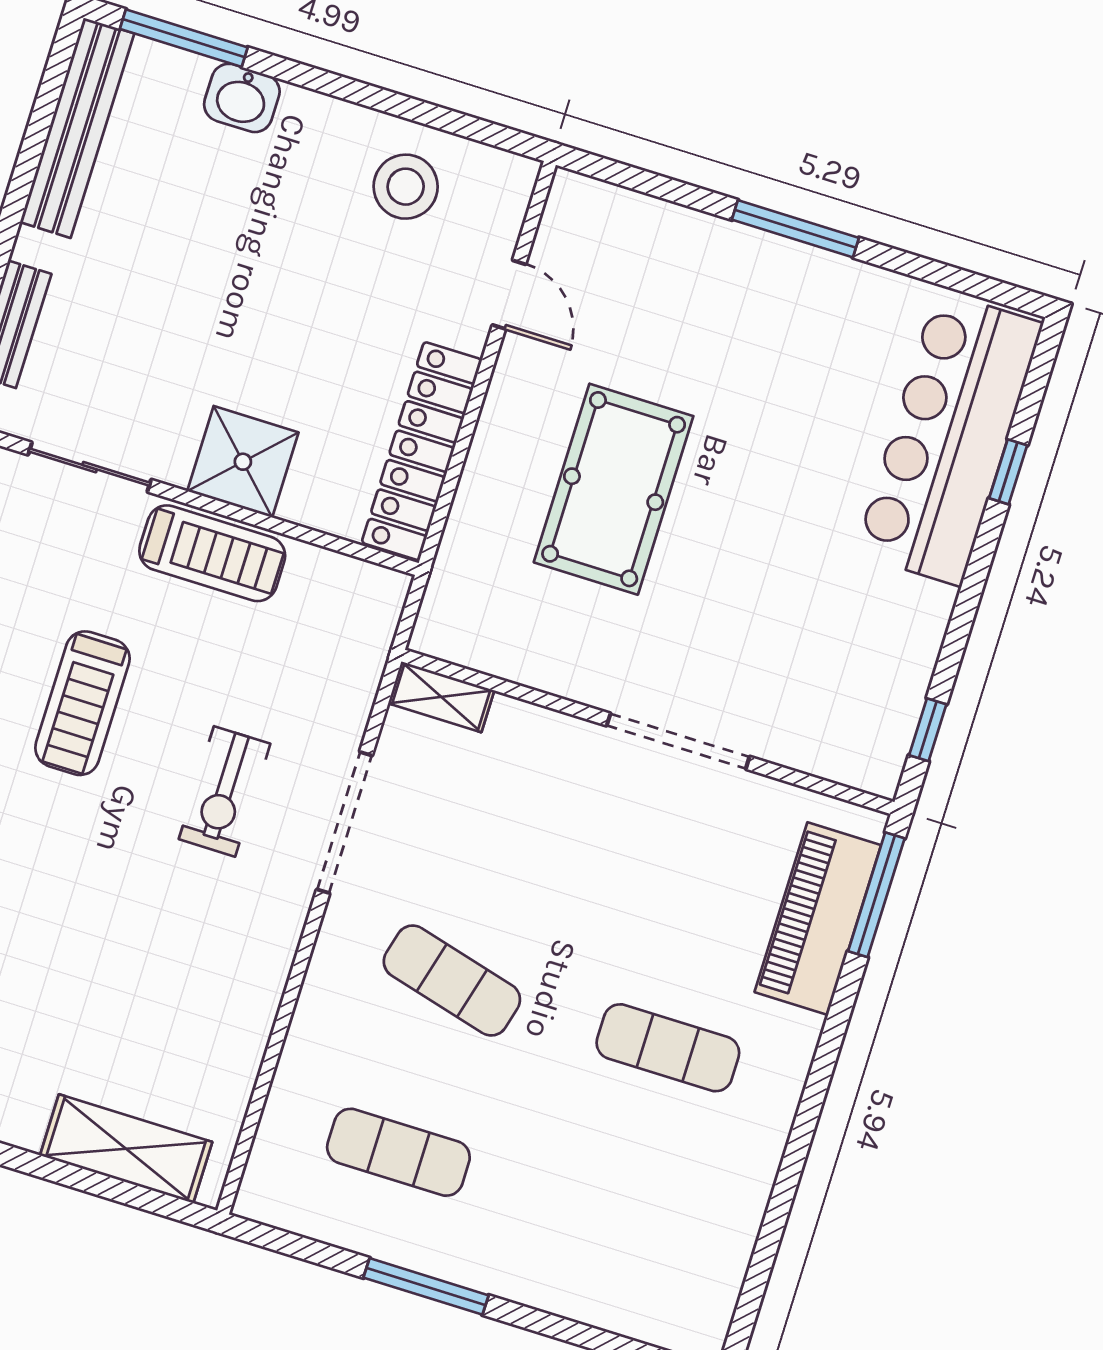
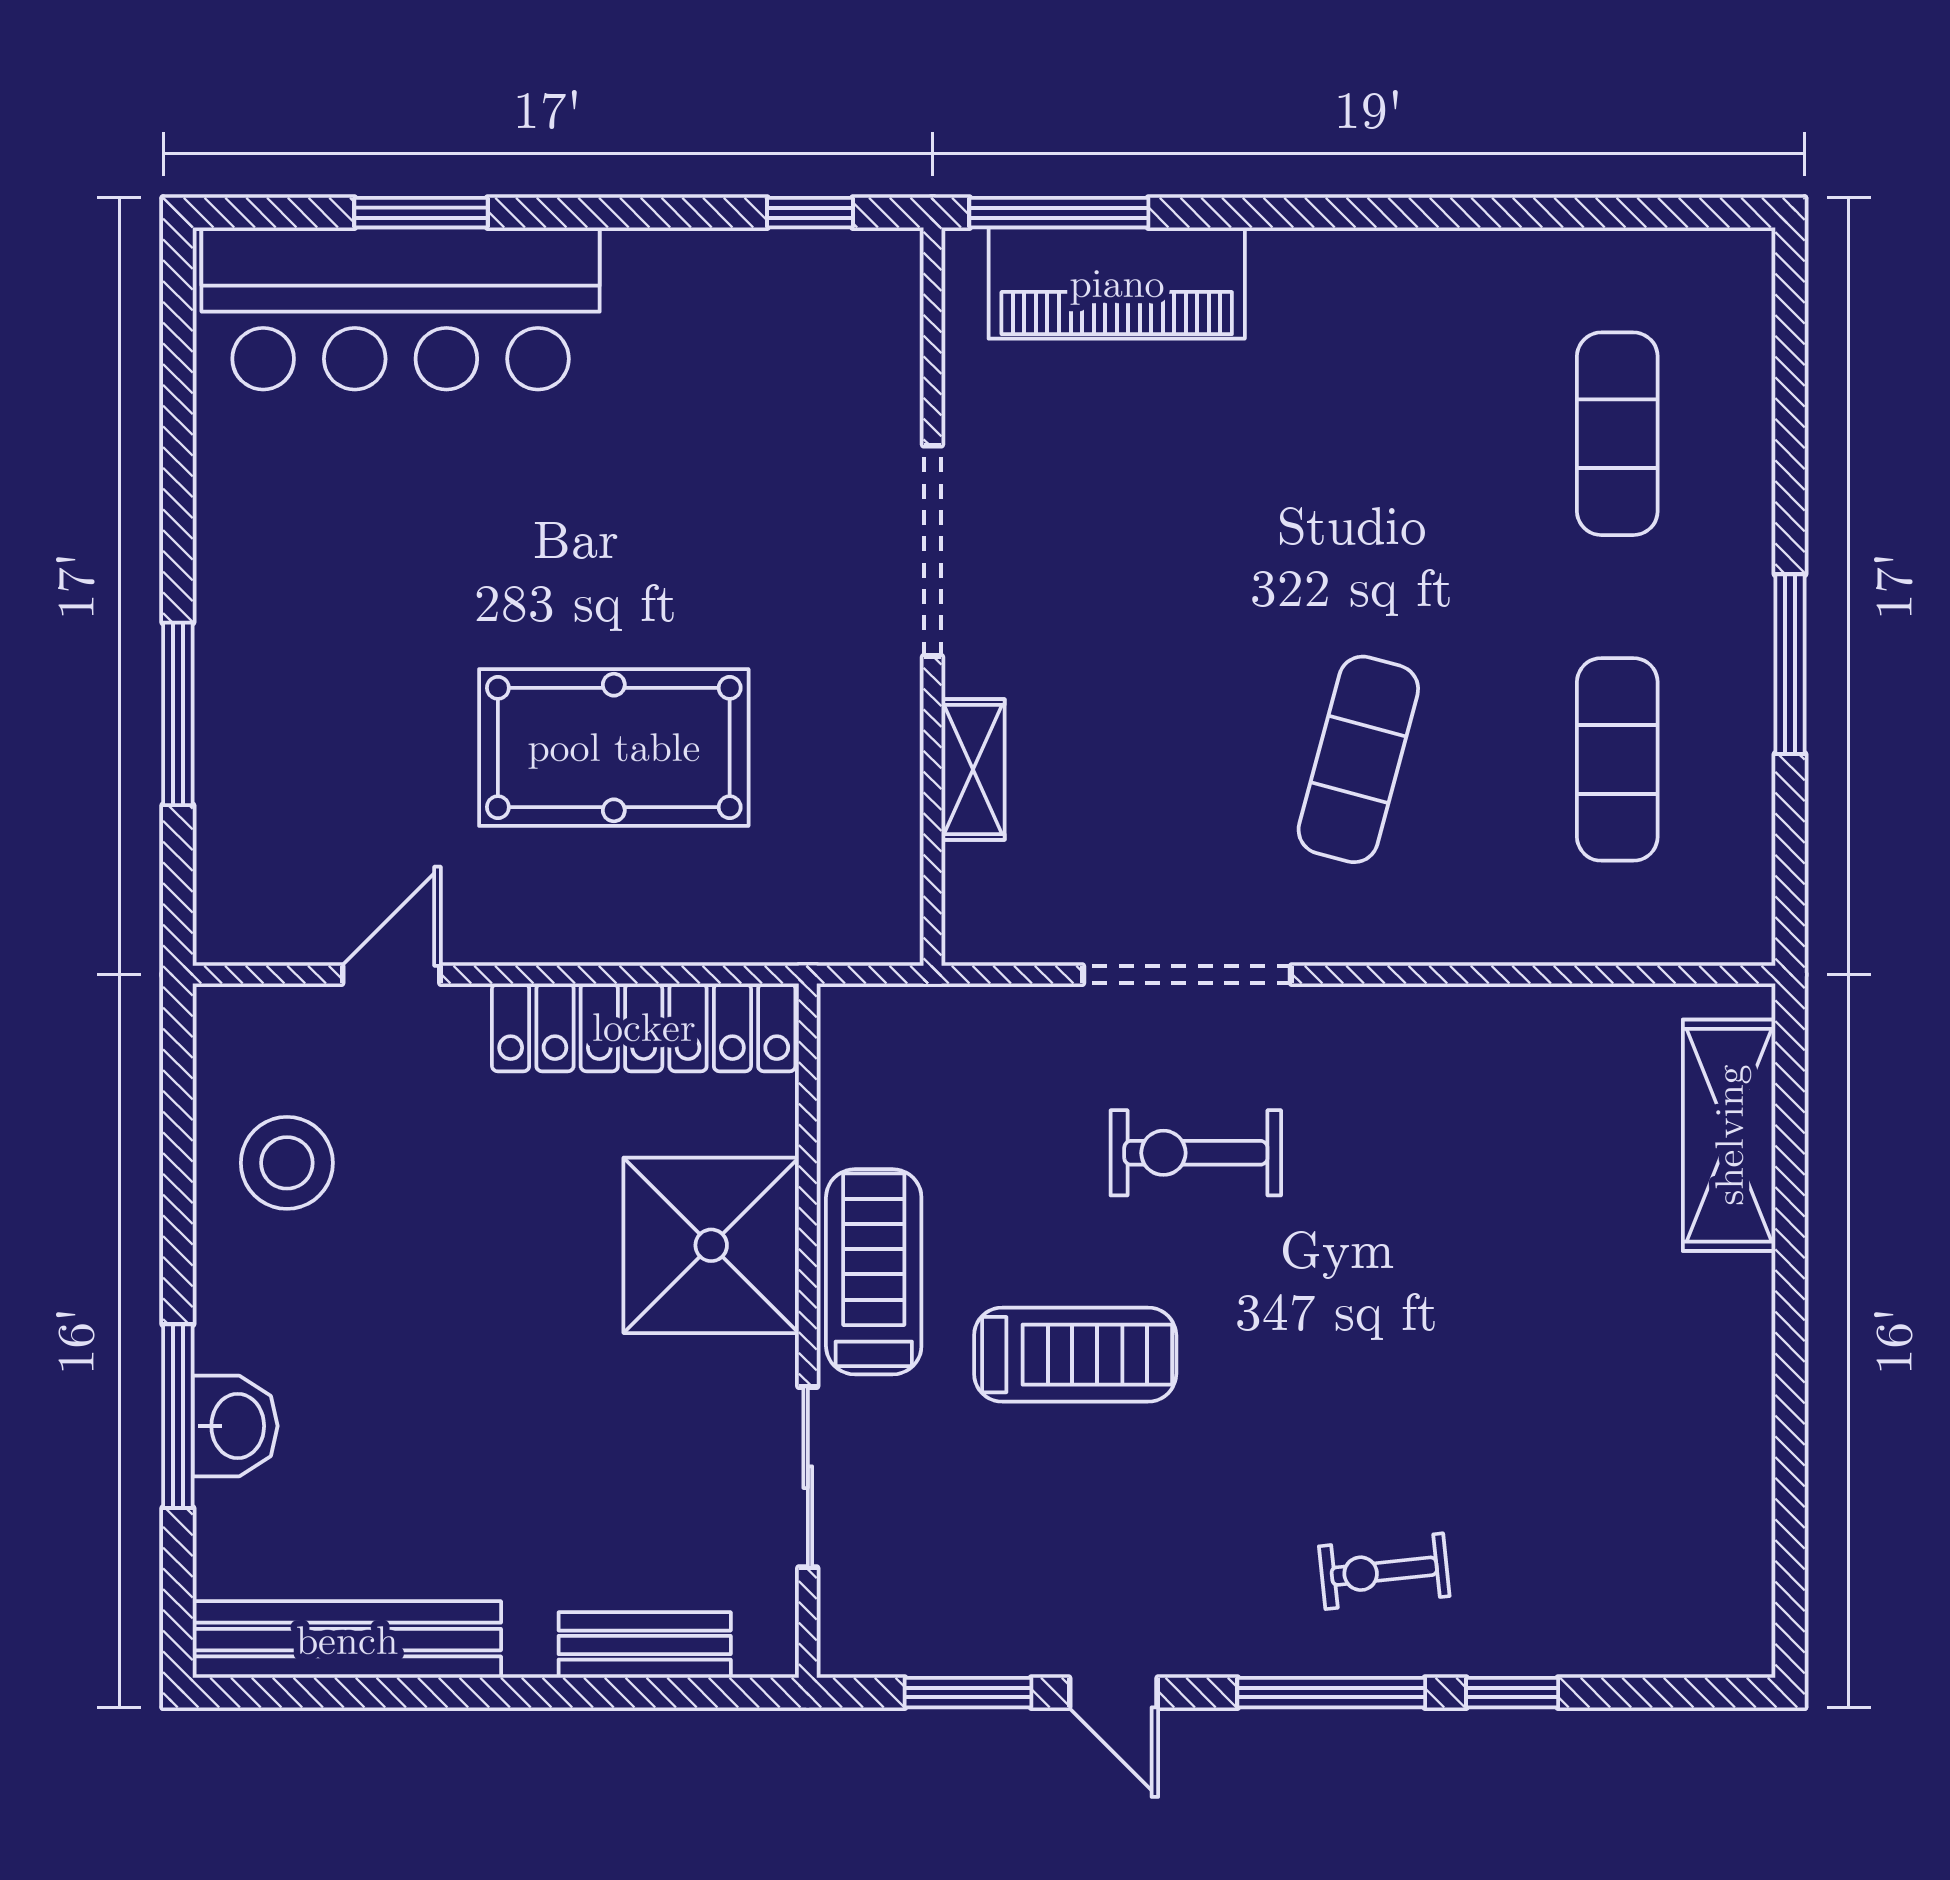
window: (184, 38) -> (178, 1416), moved
window: (795, 229) -> (178, 714), moved
shower: (243, 462) -> (711, 1245), width x1.37, depth x1.37
window: (1008, 472) -> (421, 213), width x1.50
shelving: (441, 697) -> (973, 769), moved
treadmill: (82, 703) -> (1075, 1355), moved
exercise bike: (225, 791) -> (1196, 1153), turned 180
exercise mat: (668, 1048) -> (1617, 434), moved

